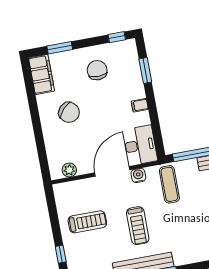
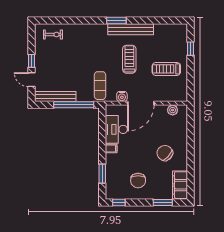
desk: (140, 145) -> (116, 129), moved

